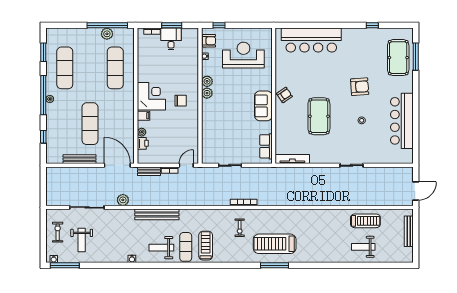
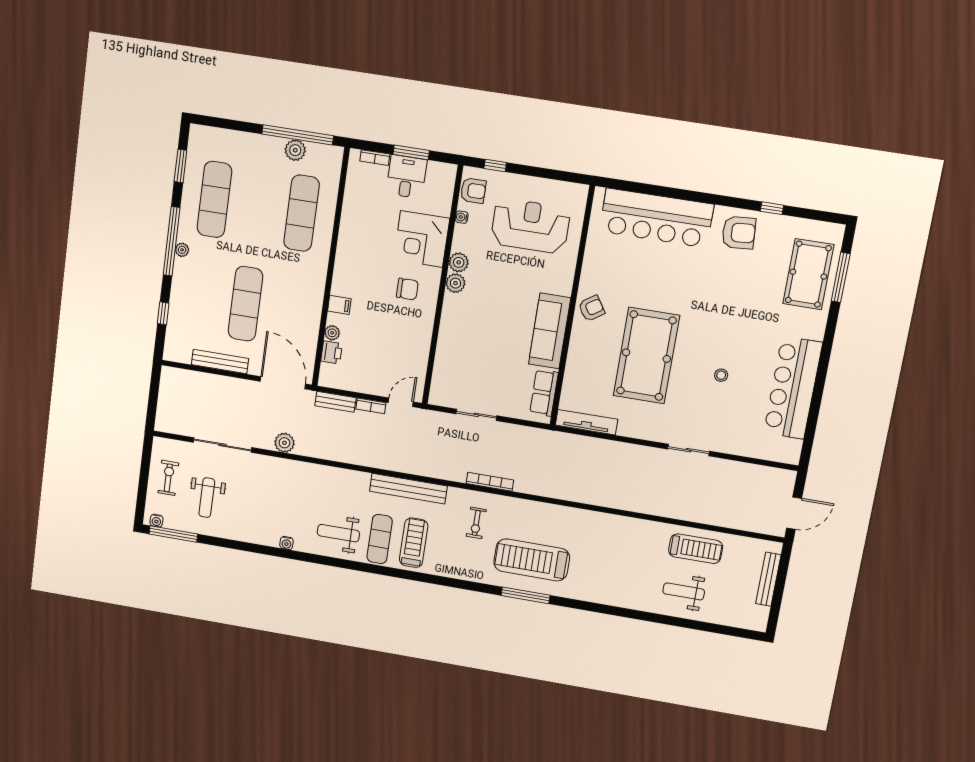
armchair: (360, 87) -> (739, 233), moved
corner desk: (151, 96) -> (422, 239), moved, turned 180
sofa: (263, 106) -> (550, 331), width x1.36
pool table: (319, 116) -> (646, 356), width x1.36, depth x1.32
bench: (157, 214) -> (408, 489), moved

